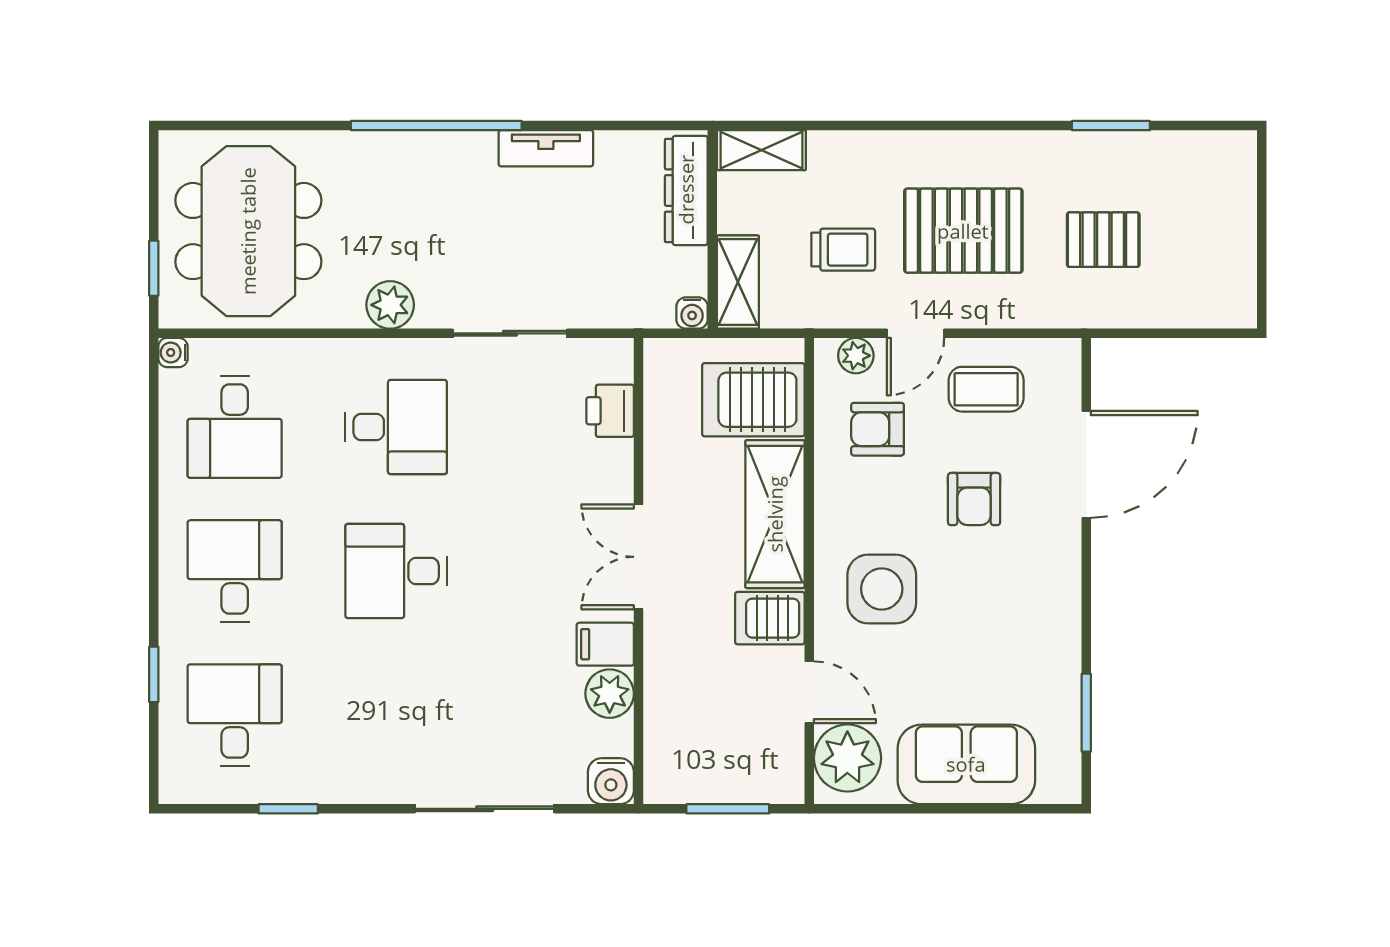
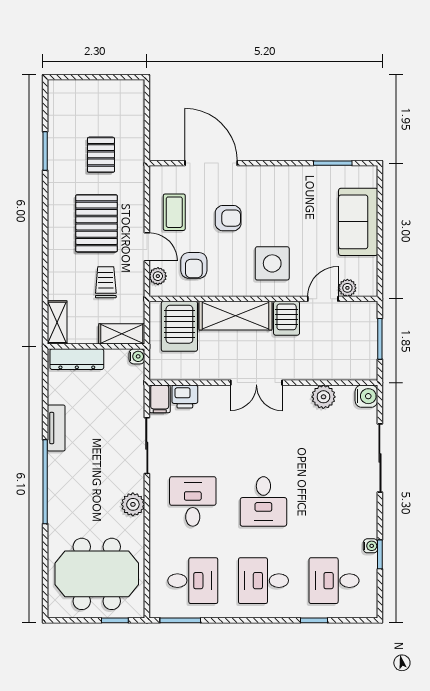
water cooler: (173, 353) -> (371, 546), moved, turned -90
window: (154, 401) -> (180, 620), added
filing cabinet: (605, 644) -> (160, 399), moved
plant: (847, 758) -> (347, 288), width x0.53, depth x0.53

